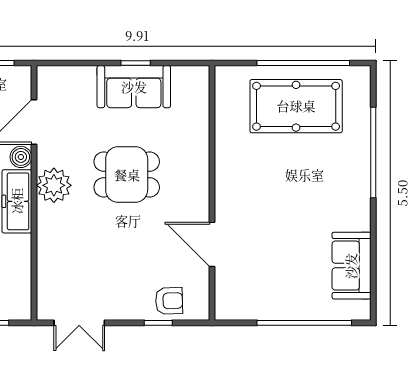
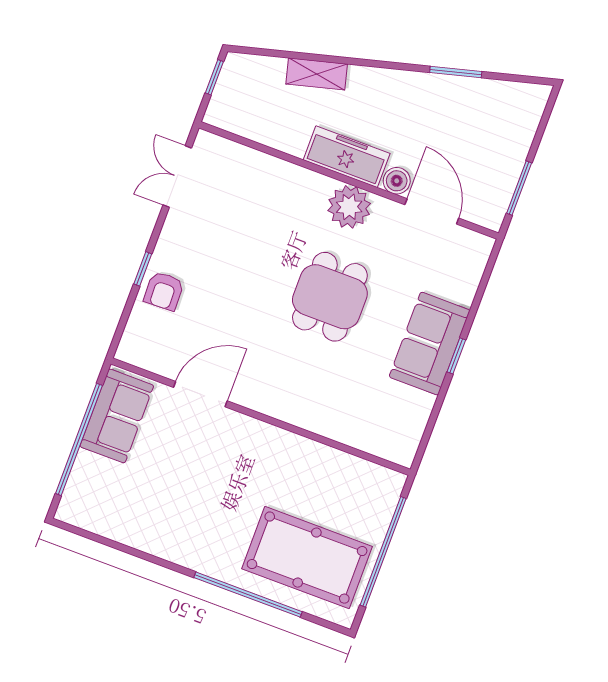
pool table: (296, 106) -> (307, 558), moved, turned 90
wall: (212, 193) -> (261, 417), moved
door: (212, 244) -> (200, 394), moved
sofa: (351, 266) -> (117, 416), moved, turned 90

